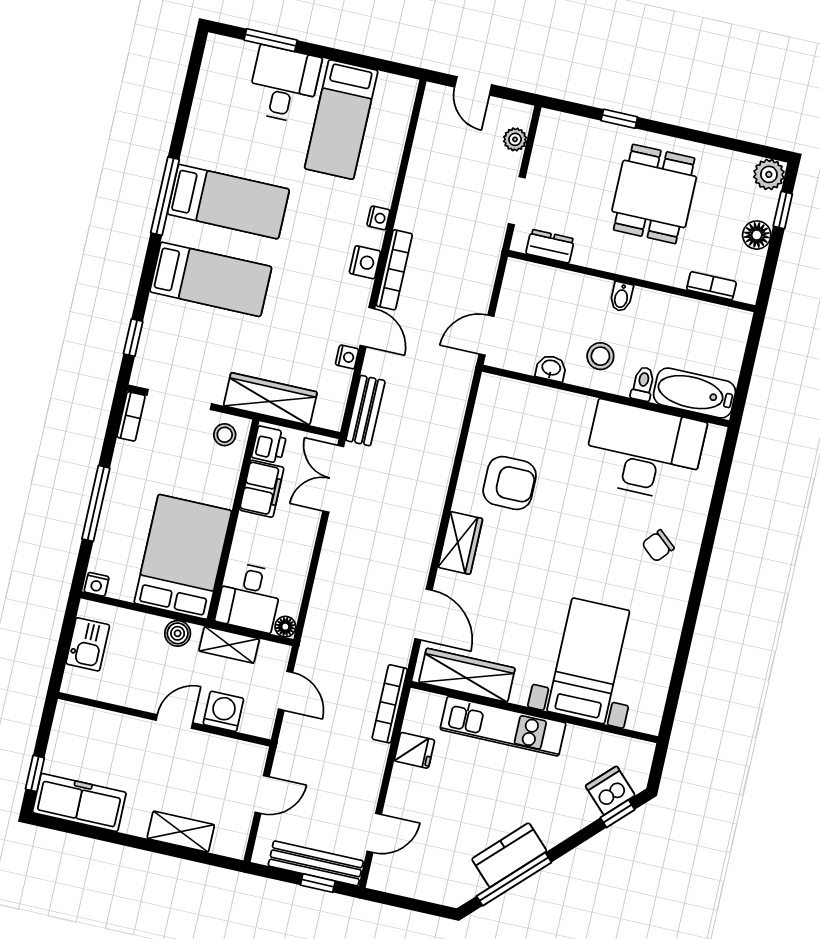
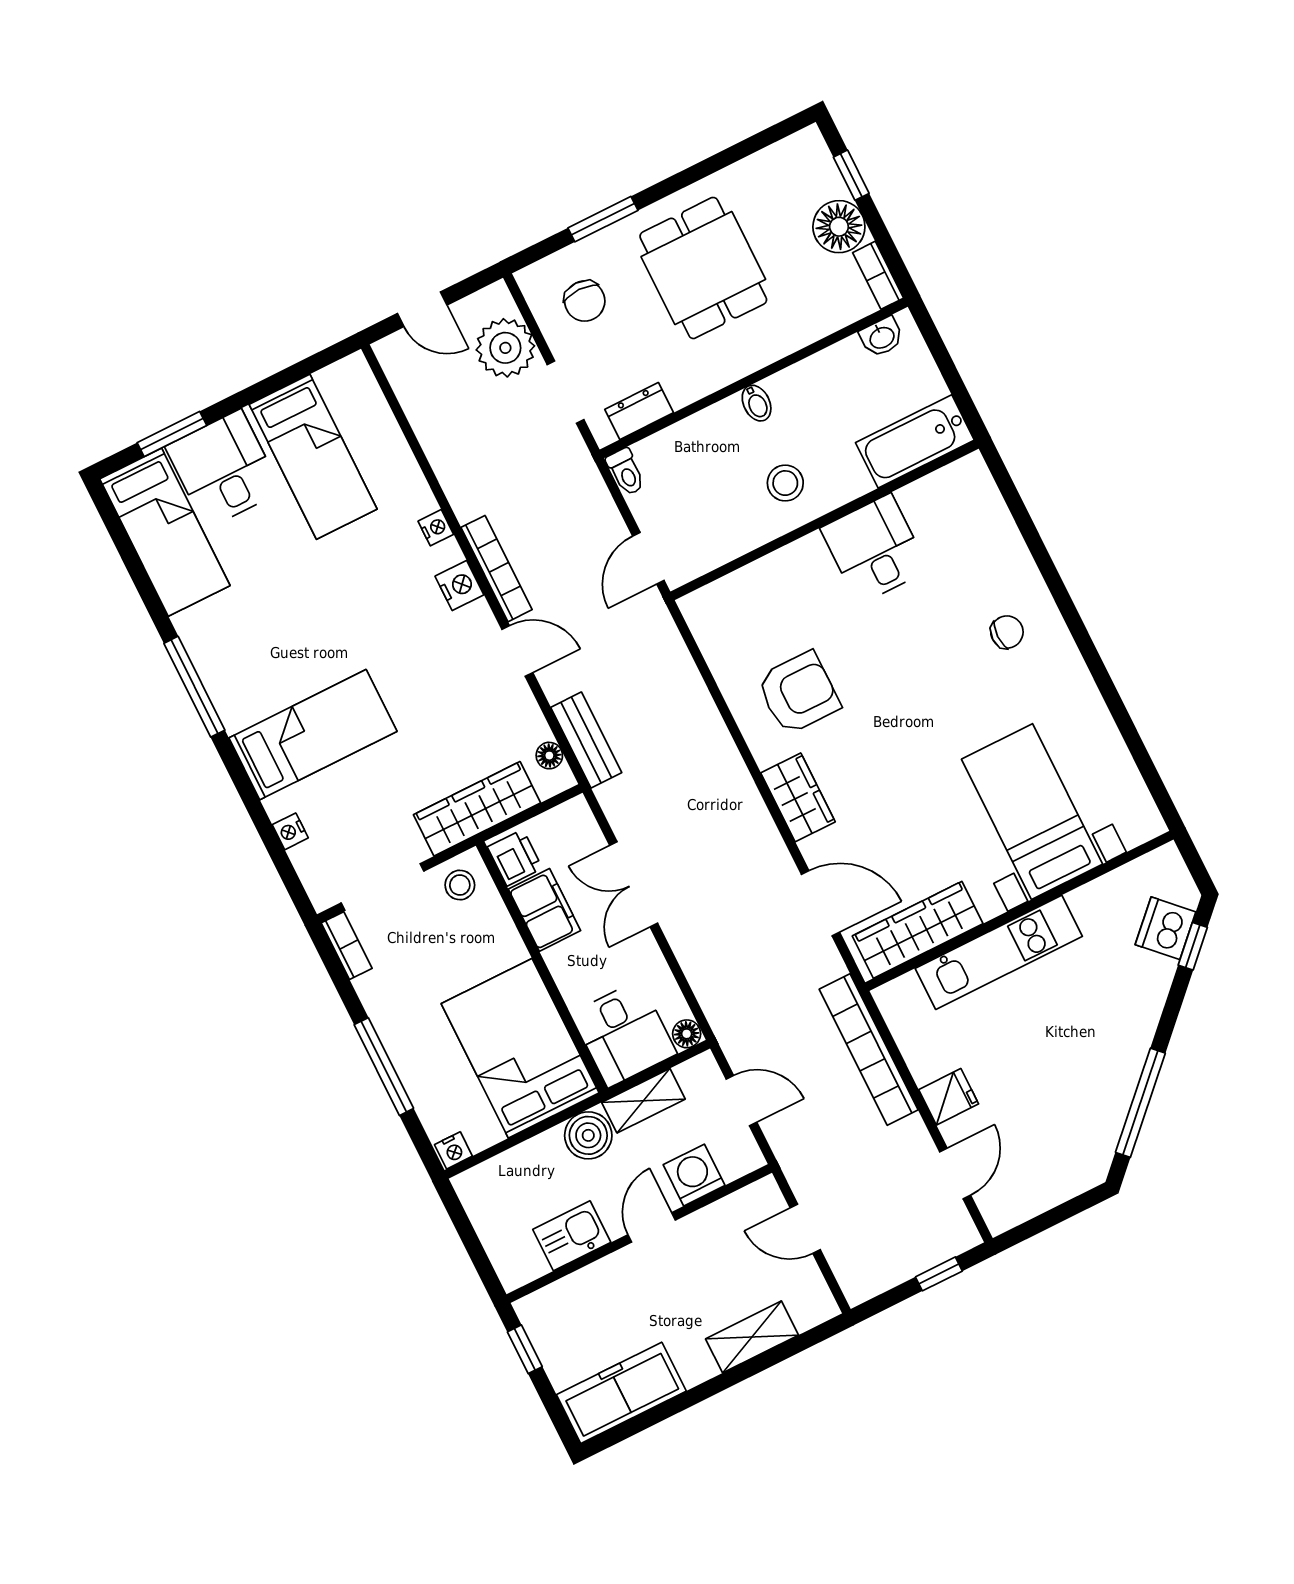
window: (619, 119) -> (603, 219), width x1.50
plant: (515, 139) -> (505, 348), width x1.88, depth x1.88
chair: (570, 157) -> (585, 301), added
plant: (769, 174) -> (806, 150), removed
bed: (228, 202) -> (165, 532), moved, turned 90
floor lamp: (757, 235) -> (839, 227), width x1.38, depth x1.38
bookcase: (711, 286) -> (878, 275), moved, turned -90
window: (133, 338) -> (282, 862), removed
nightstand: (347, 357) -> (290, 831), moved, turned 180
washbasin: (551, 368) -> (882, 337), moved, turned 180
toilet: (643, 384) -> (626, 472), moved, turned 180
floor lamp: (337, 402) -> (549, 756), added
desk: (644, 451) -> (875, 549), width x0.53, depth x0.77
double door: (333, 479) -> (634, 884), moved
chair: (658, 546) -> (1007, 632), turned -131
boiler: (178, 633) -> (588, 1135), width x1.36, depth x1.36
kitchen sink: (88, 644) -> (572, 1236), moved, turned -90
bookcase: (390, 704) -> (869, 1050), width x1.48, depth x1.31
fridge: (414, 750) -> (949, 1097), moved
window: (35, 773) -> (525, 1349), moved
door: (262, 794) -> (805, 1229), swing flipped
kitchen counter: (509, 855) -> (1115, 1082), removed
bench: (316, 863) -> (920, 1255), removed

